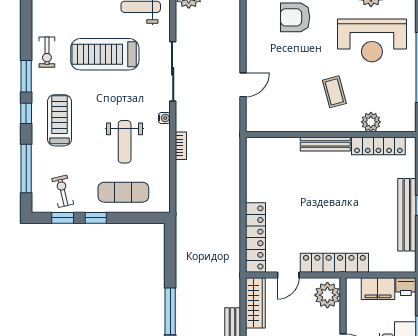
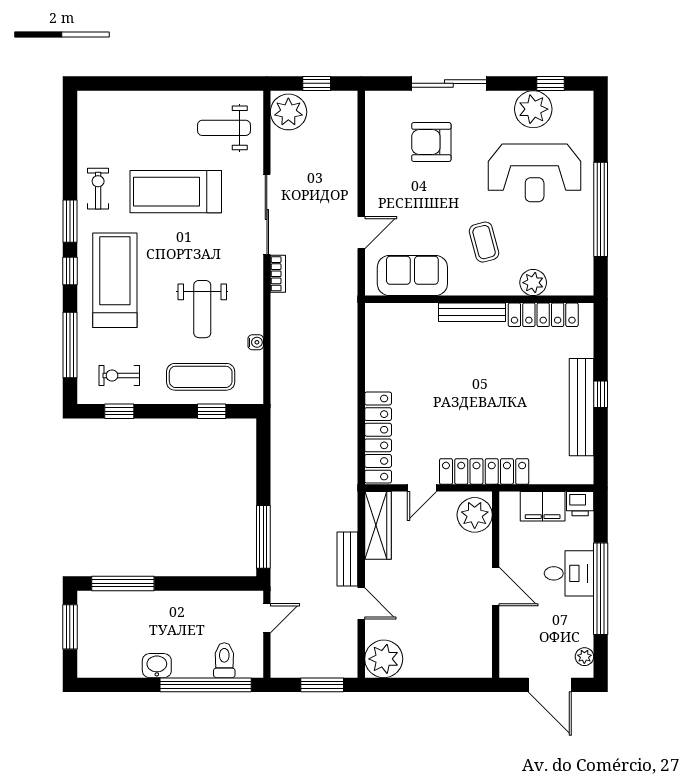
exercise bike: (47, 52) -> (98, 189), turned 180
sofa: (281, 117) -> (412, 276), added
water cooler: (164, 118) -> (256, 342), moved
treadmill: (59, 120) -> (115, 280), width x1.37, depth x1.38
bookcase: (181, 146) -> (278, 274), moved
exercise bike: (63, 191) -> (119, 376), turned -77
window: (96, 218) -> (212, 411), moved

